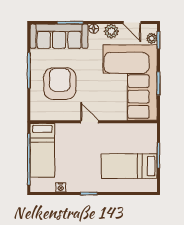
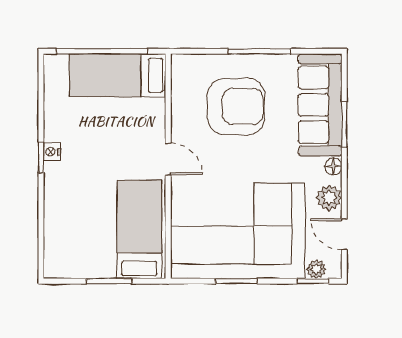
door: (132, 23) -> (344, 234), hinge flipped
door: (90, 122) -> (168, 159), hinge flipped
bed: (129, 166) -> (139, 229), moved
nightstand: (61, 187) -> (52, 152), moved

